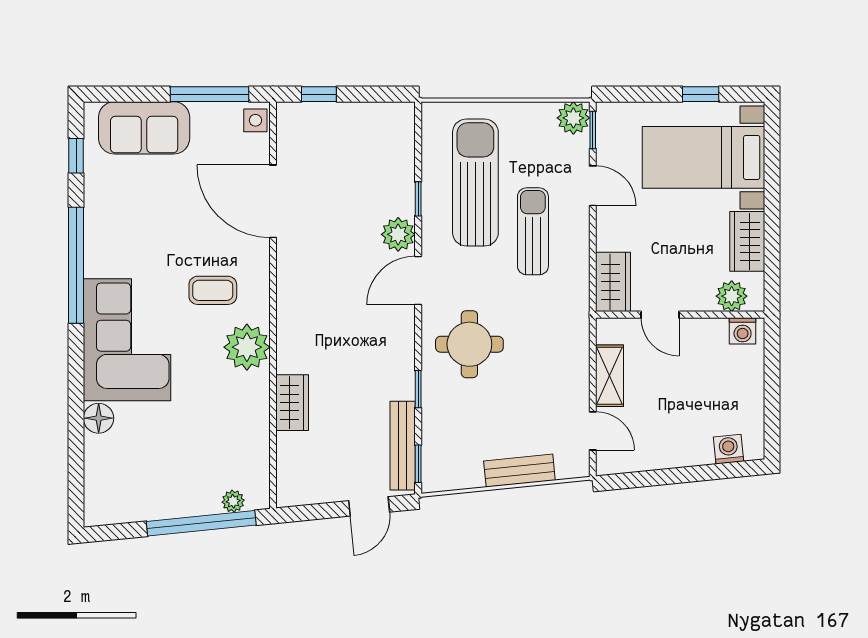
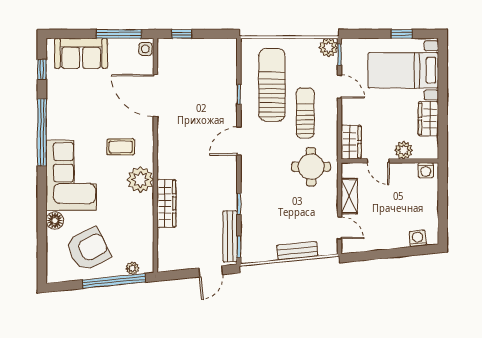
plant: (398, 234) -> (227, 115), removed
plant: (732, 296) -> (404, 150), moved
round table: (469, 344) -> (311, 167), moved
wardrobe: (292, 403) -> (166, 203), width x1.50
armchair: (157, 468) -> (88, 249), added

